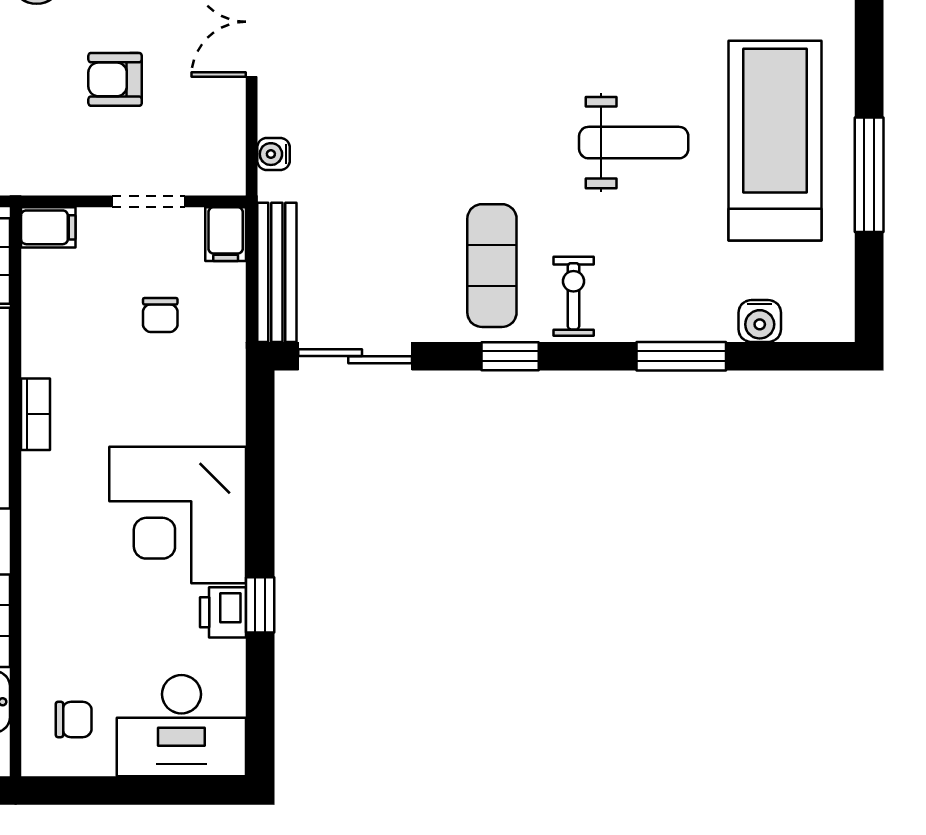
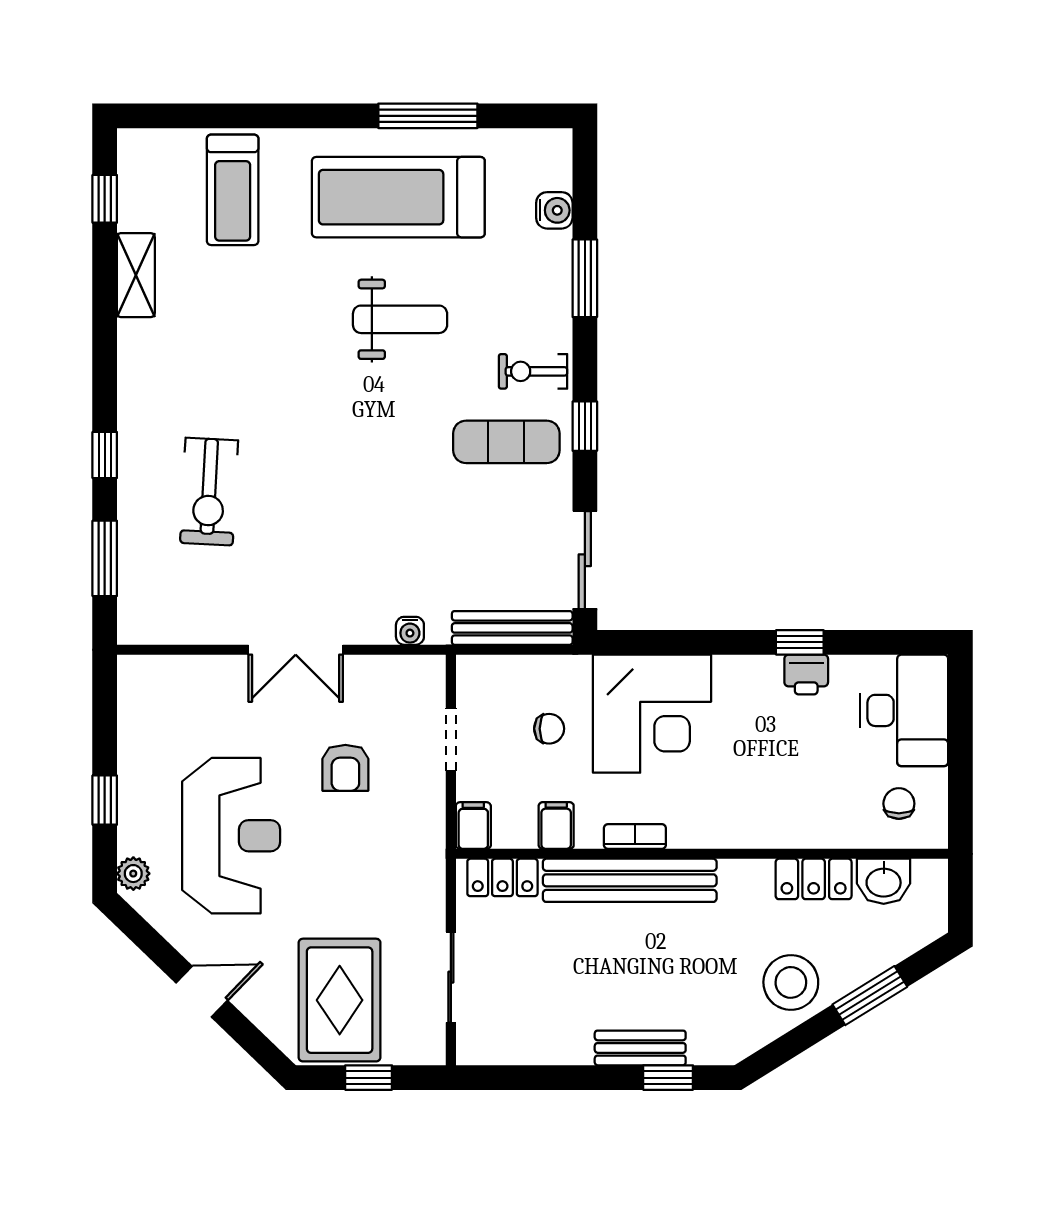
weight bench: (634, 143) -> (400, 319), turned 90
filing cabinet: (226, 234) -> (556, 826), moved, turned -90
corner desk: (178, 515) -> (652, 714), moved

